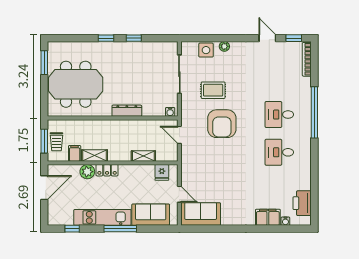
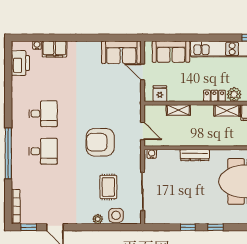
rug: (213, 90) -> (108, 187), moved, turned 90
armchair: (222, 124) -> (100, 142), turned -90
window: (120, 229) -> (201, 38), removed

